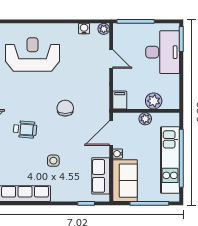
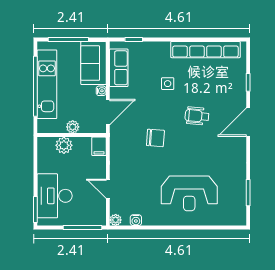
chair: (65, 108) -> (155, 138), turned -86

